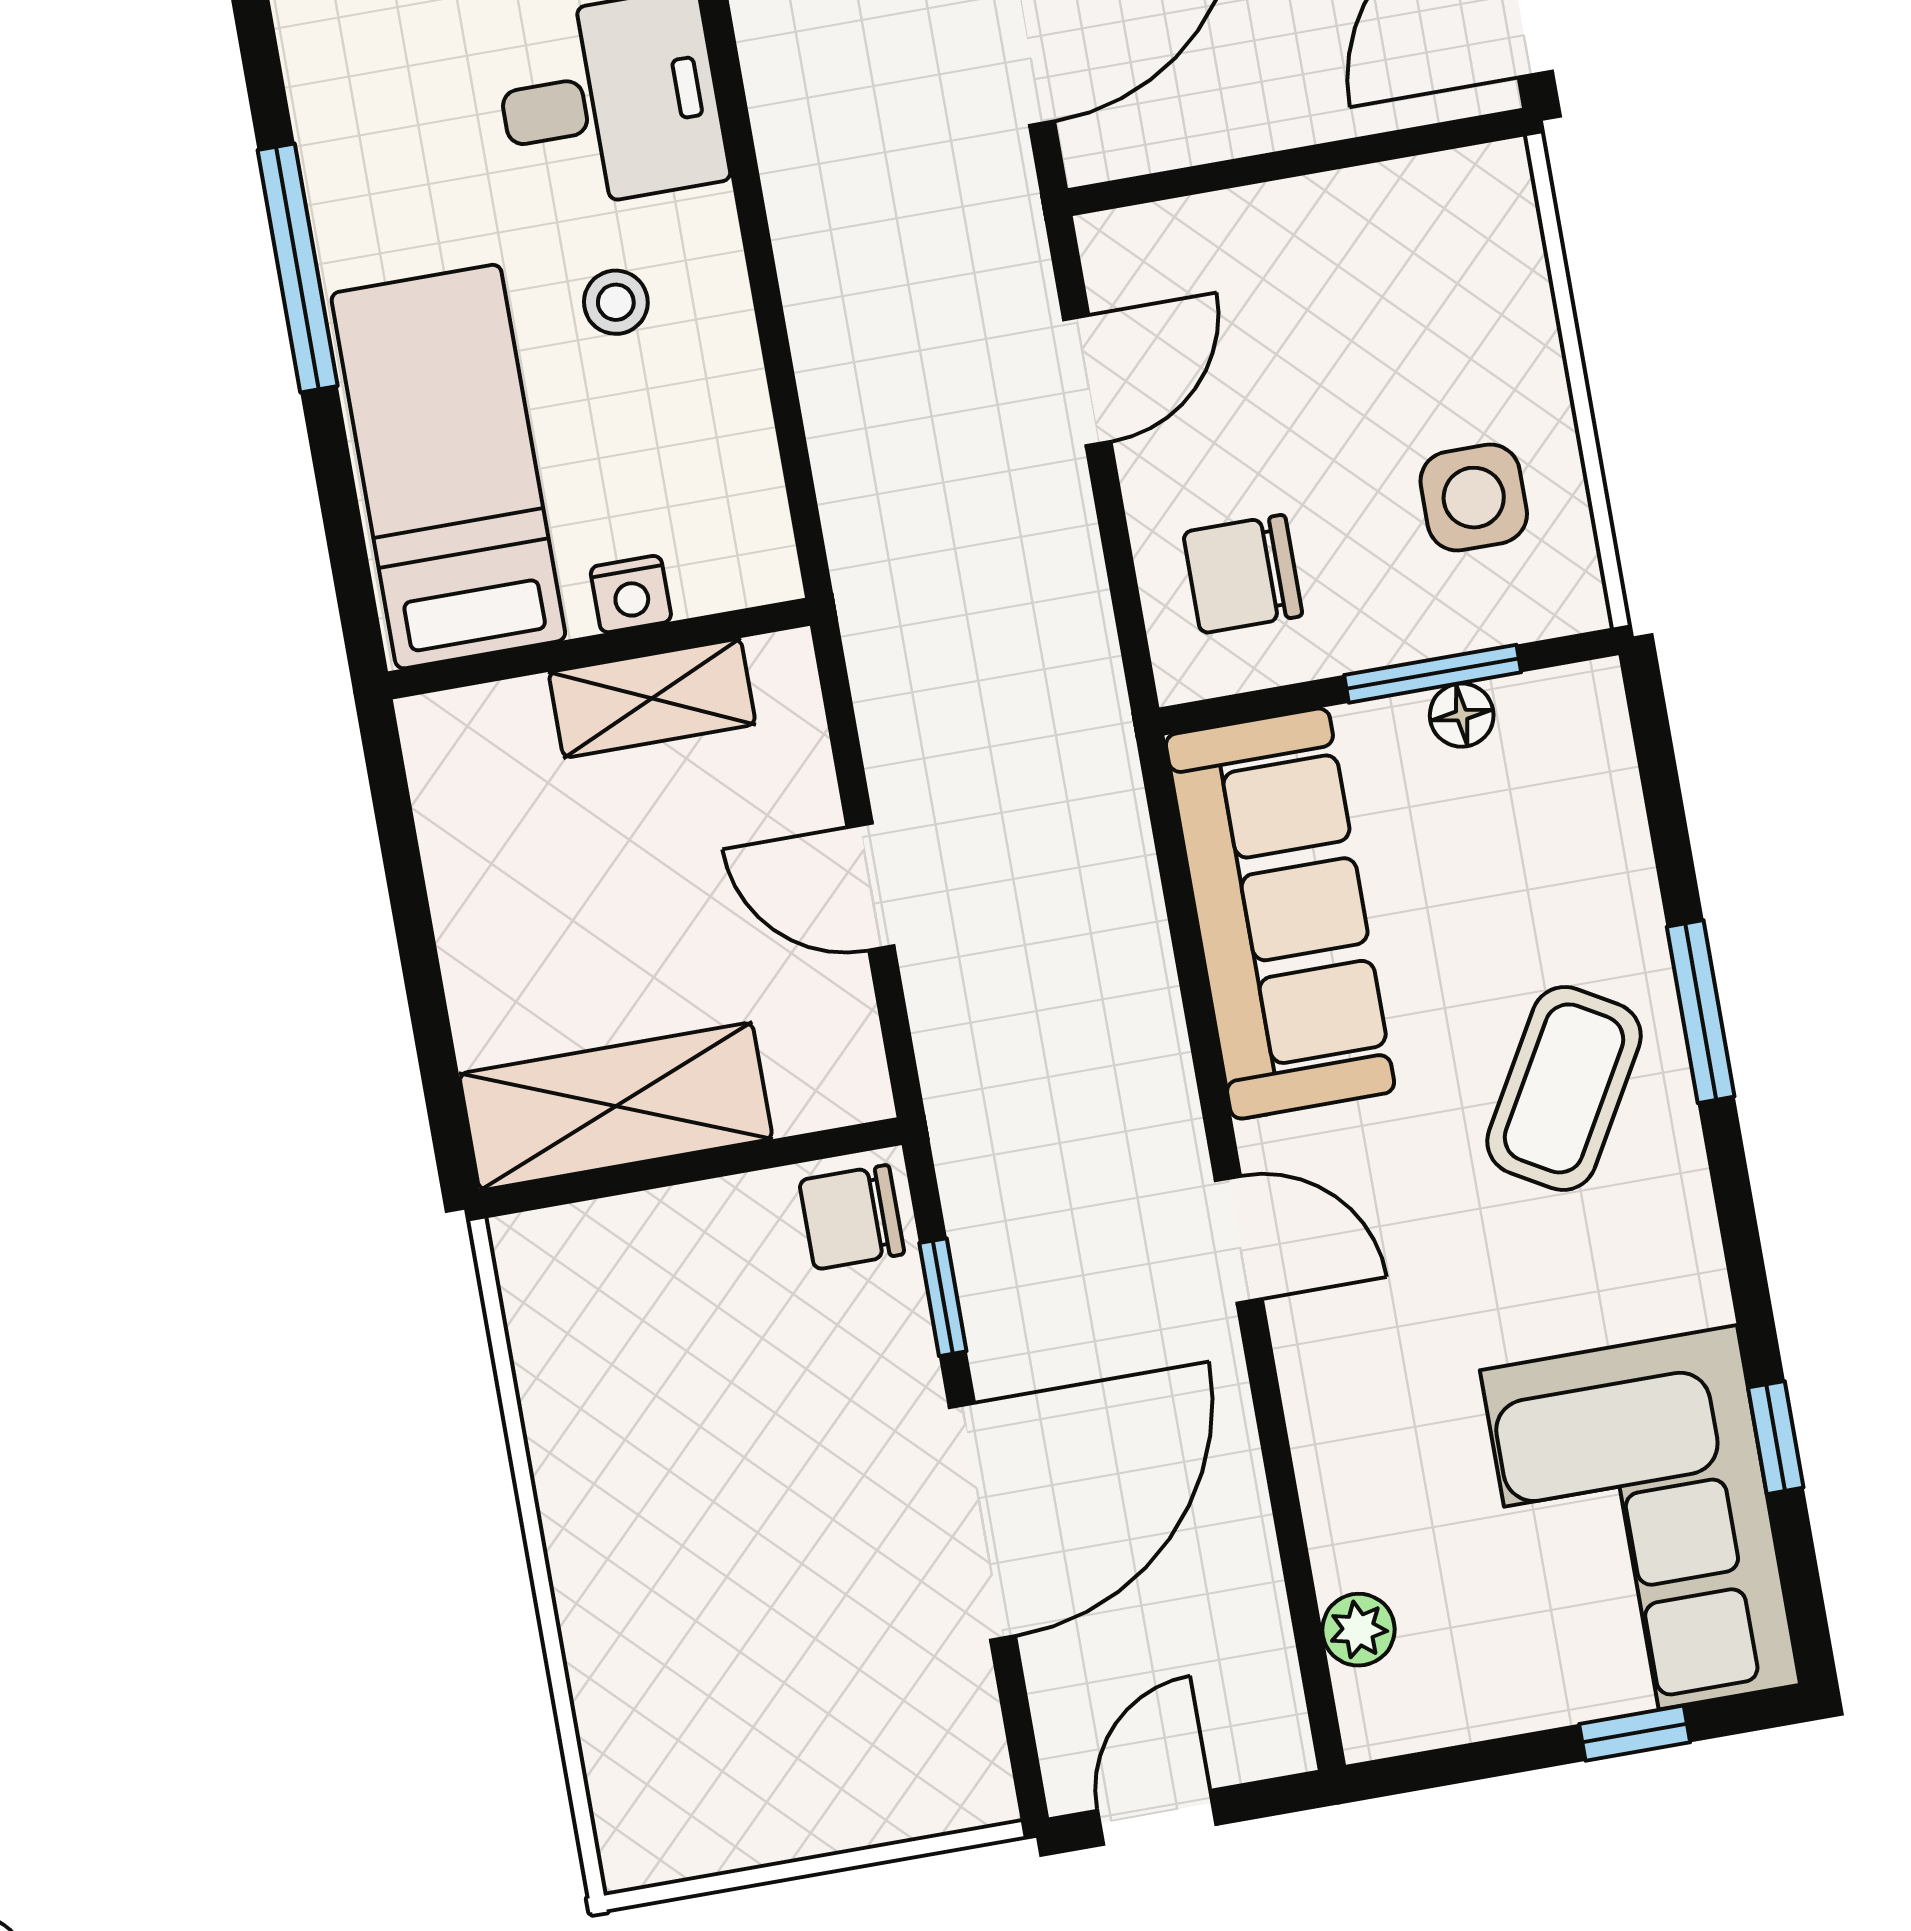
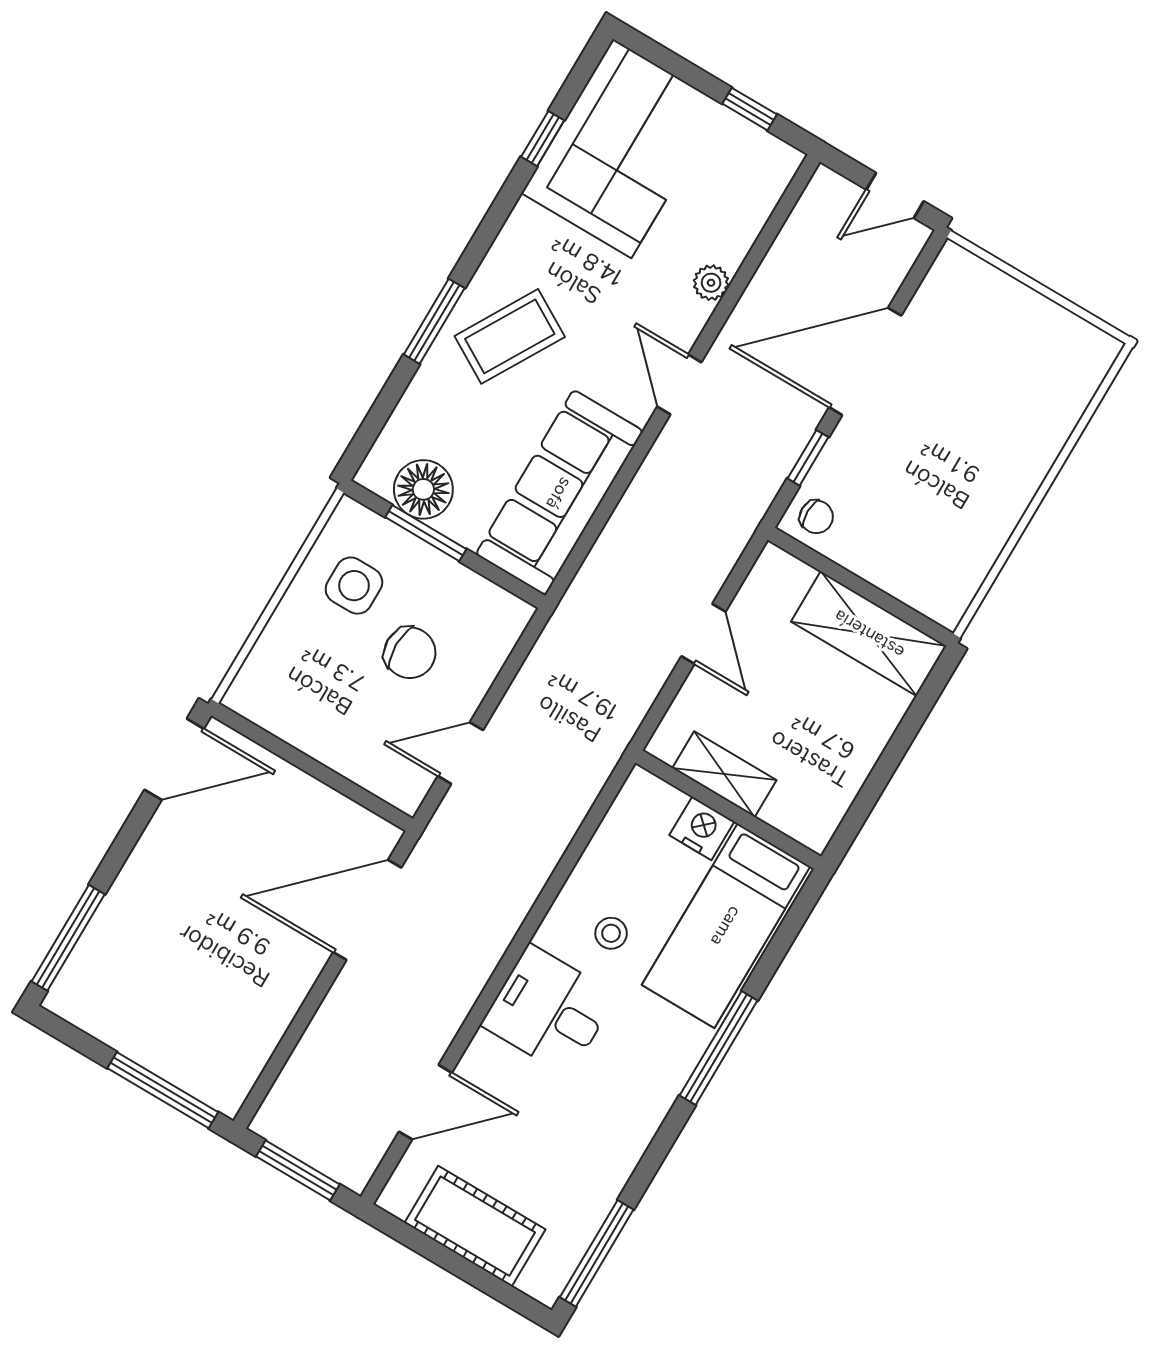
chair: (1243, 574) -> (410, 653), moved
nightstand: (631, 594) -> (702, 828), width x1.39, depth x1.35
floor lamp: (1462, 715) -> (423, 489), width x1.89, depth x1.89
chair: (852, 1217) -> (816, 517), width x0.73, depth x0.73
plant: (1358, 1630) -> (711, 283), moved
window: (1635, 1733) -> (750, 109), moved

